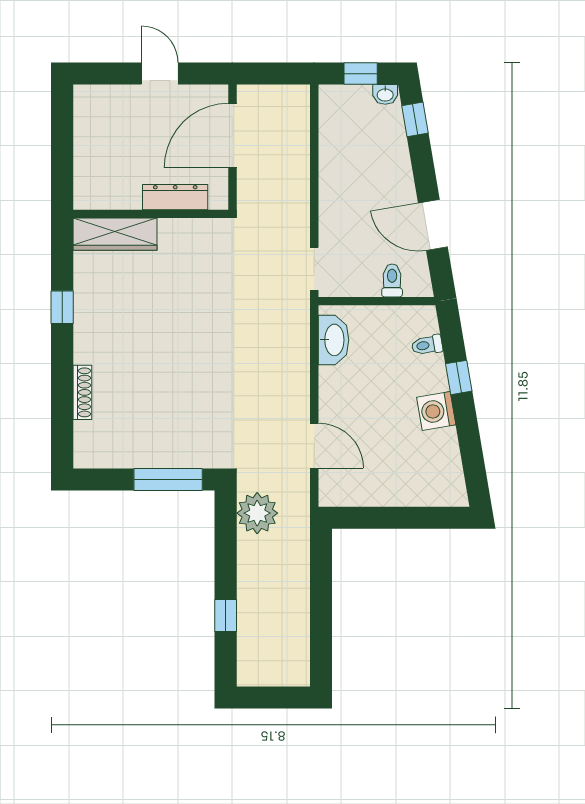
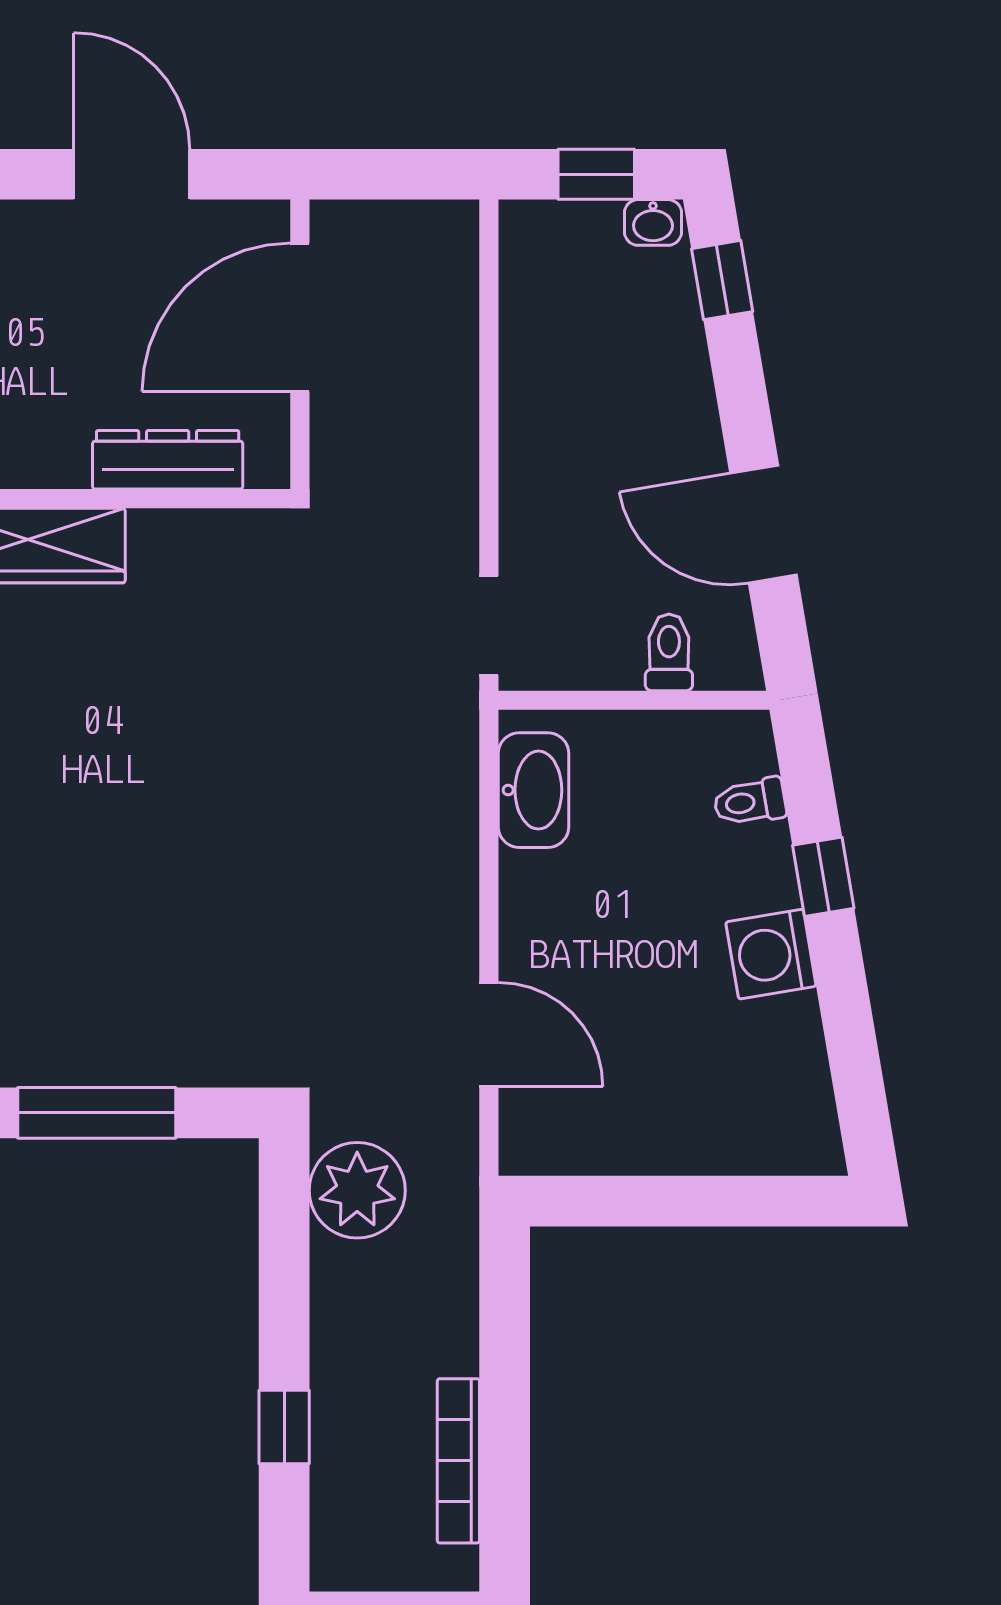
door: (160, 74) -> (132, 174), width x1.38
window: (168, 480) -> (97, 1113), moved
bookcase: (301, 630) -> (458, 1461), added

